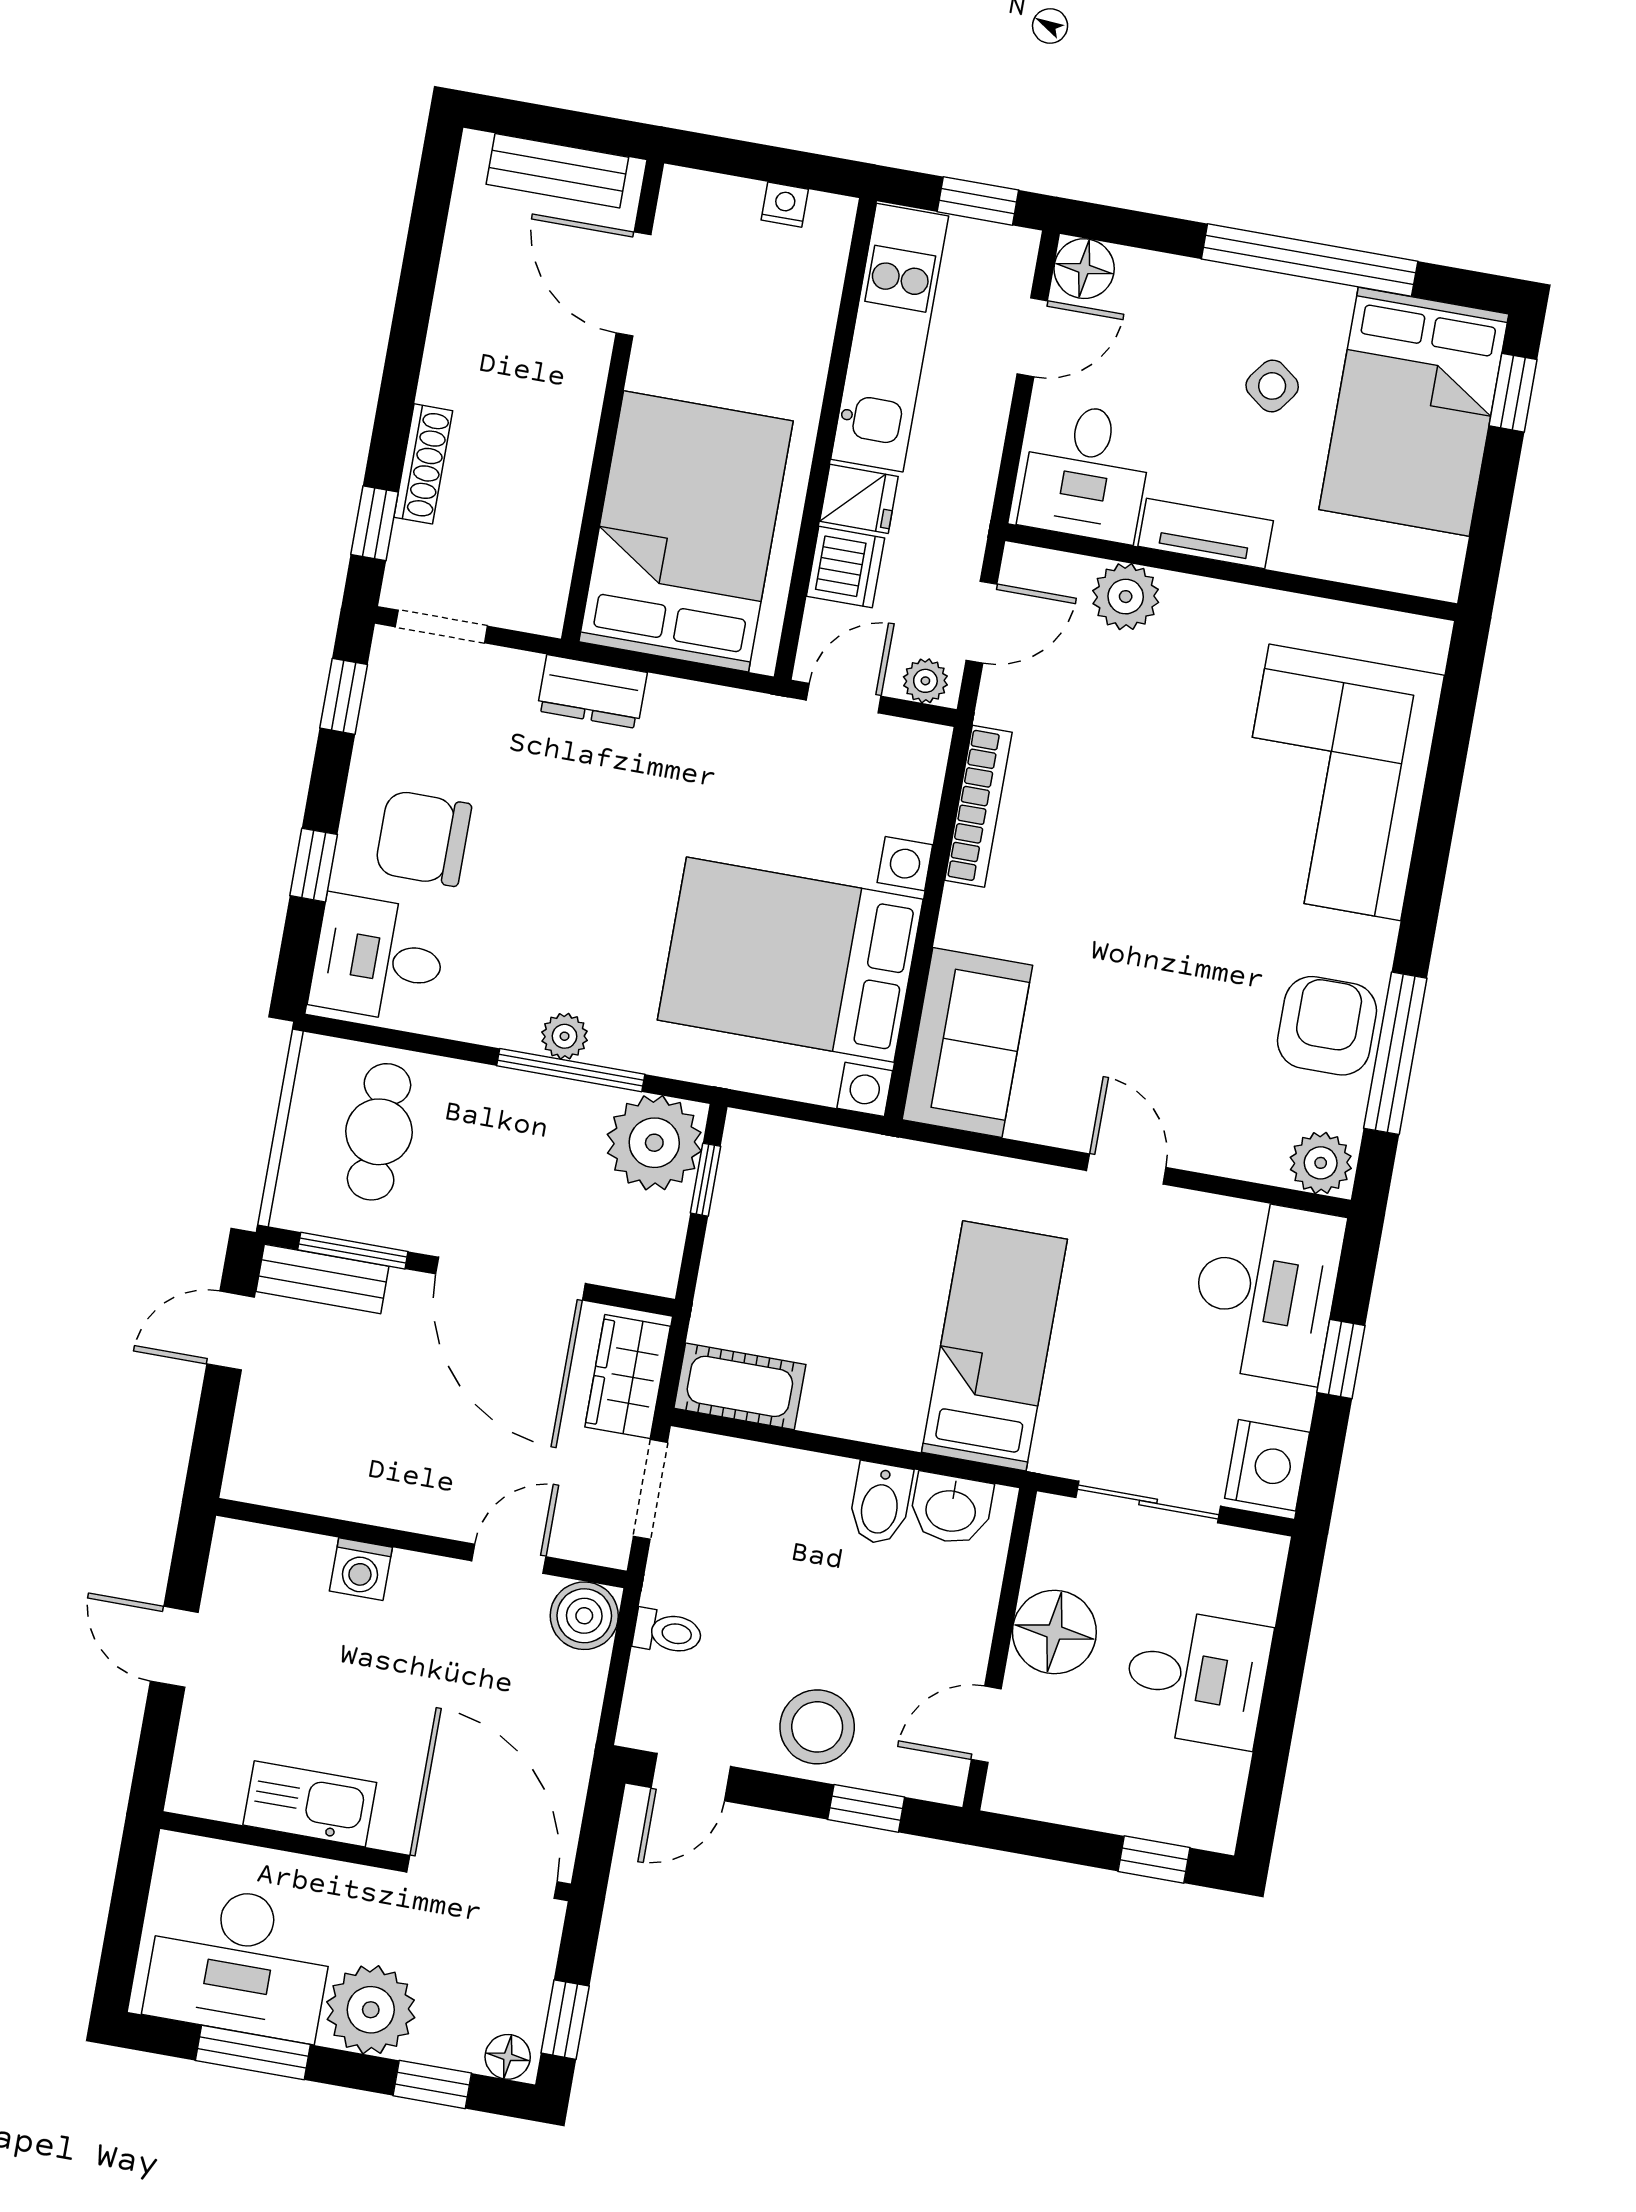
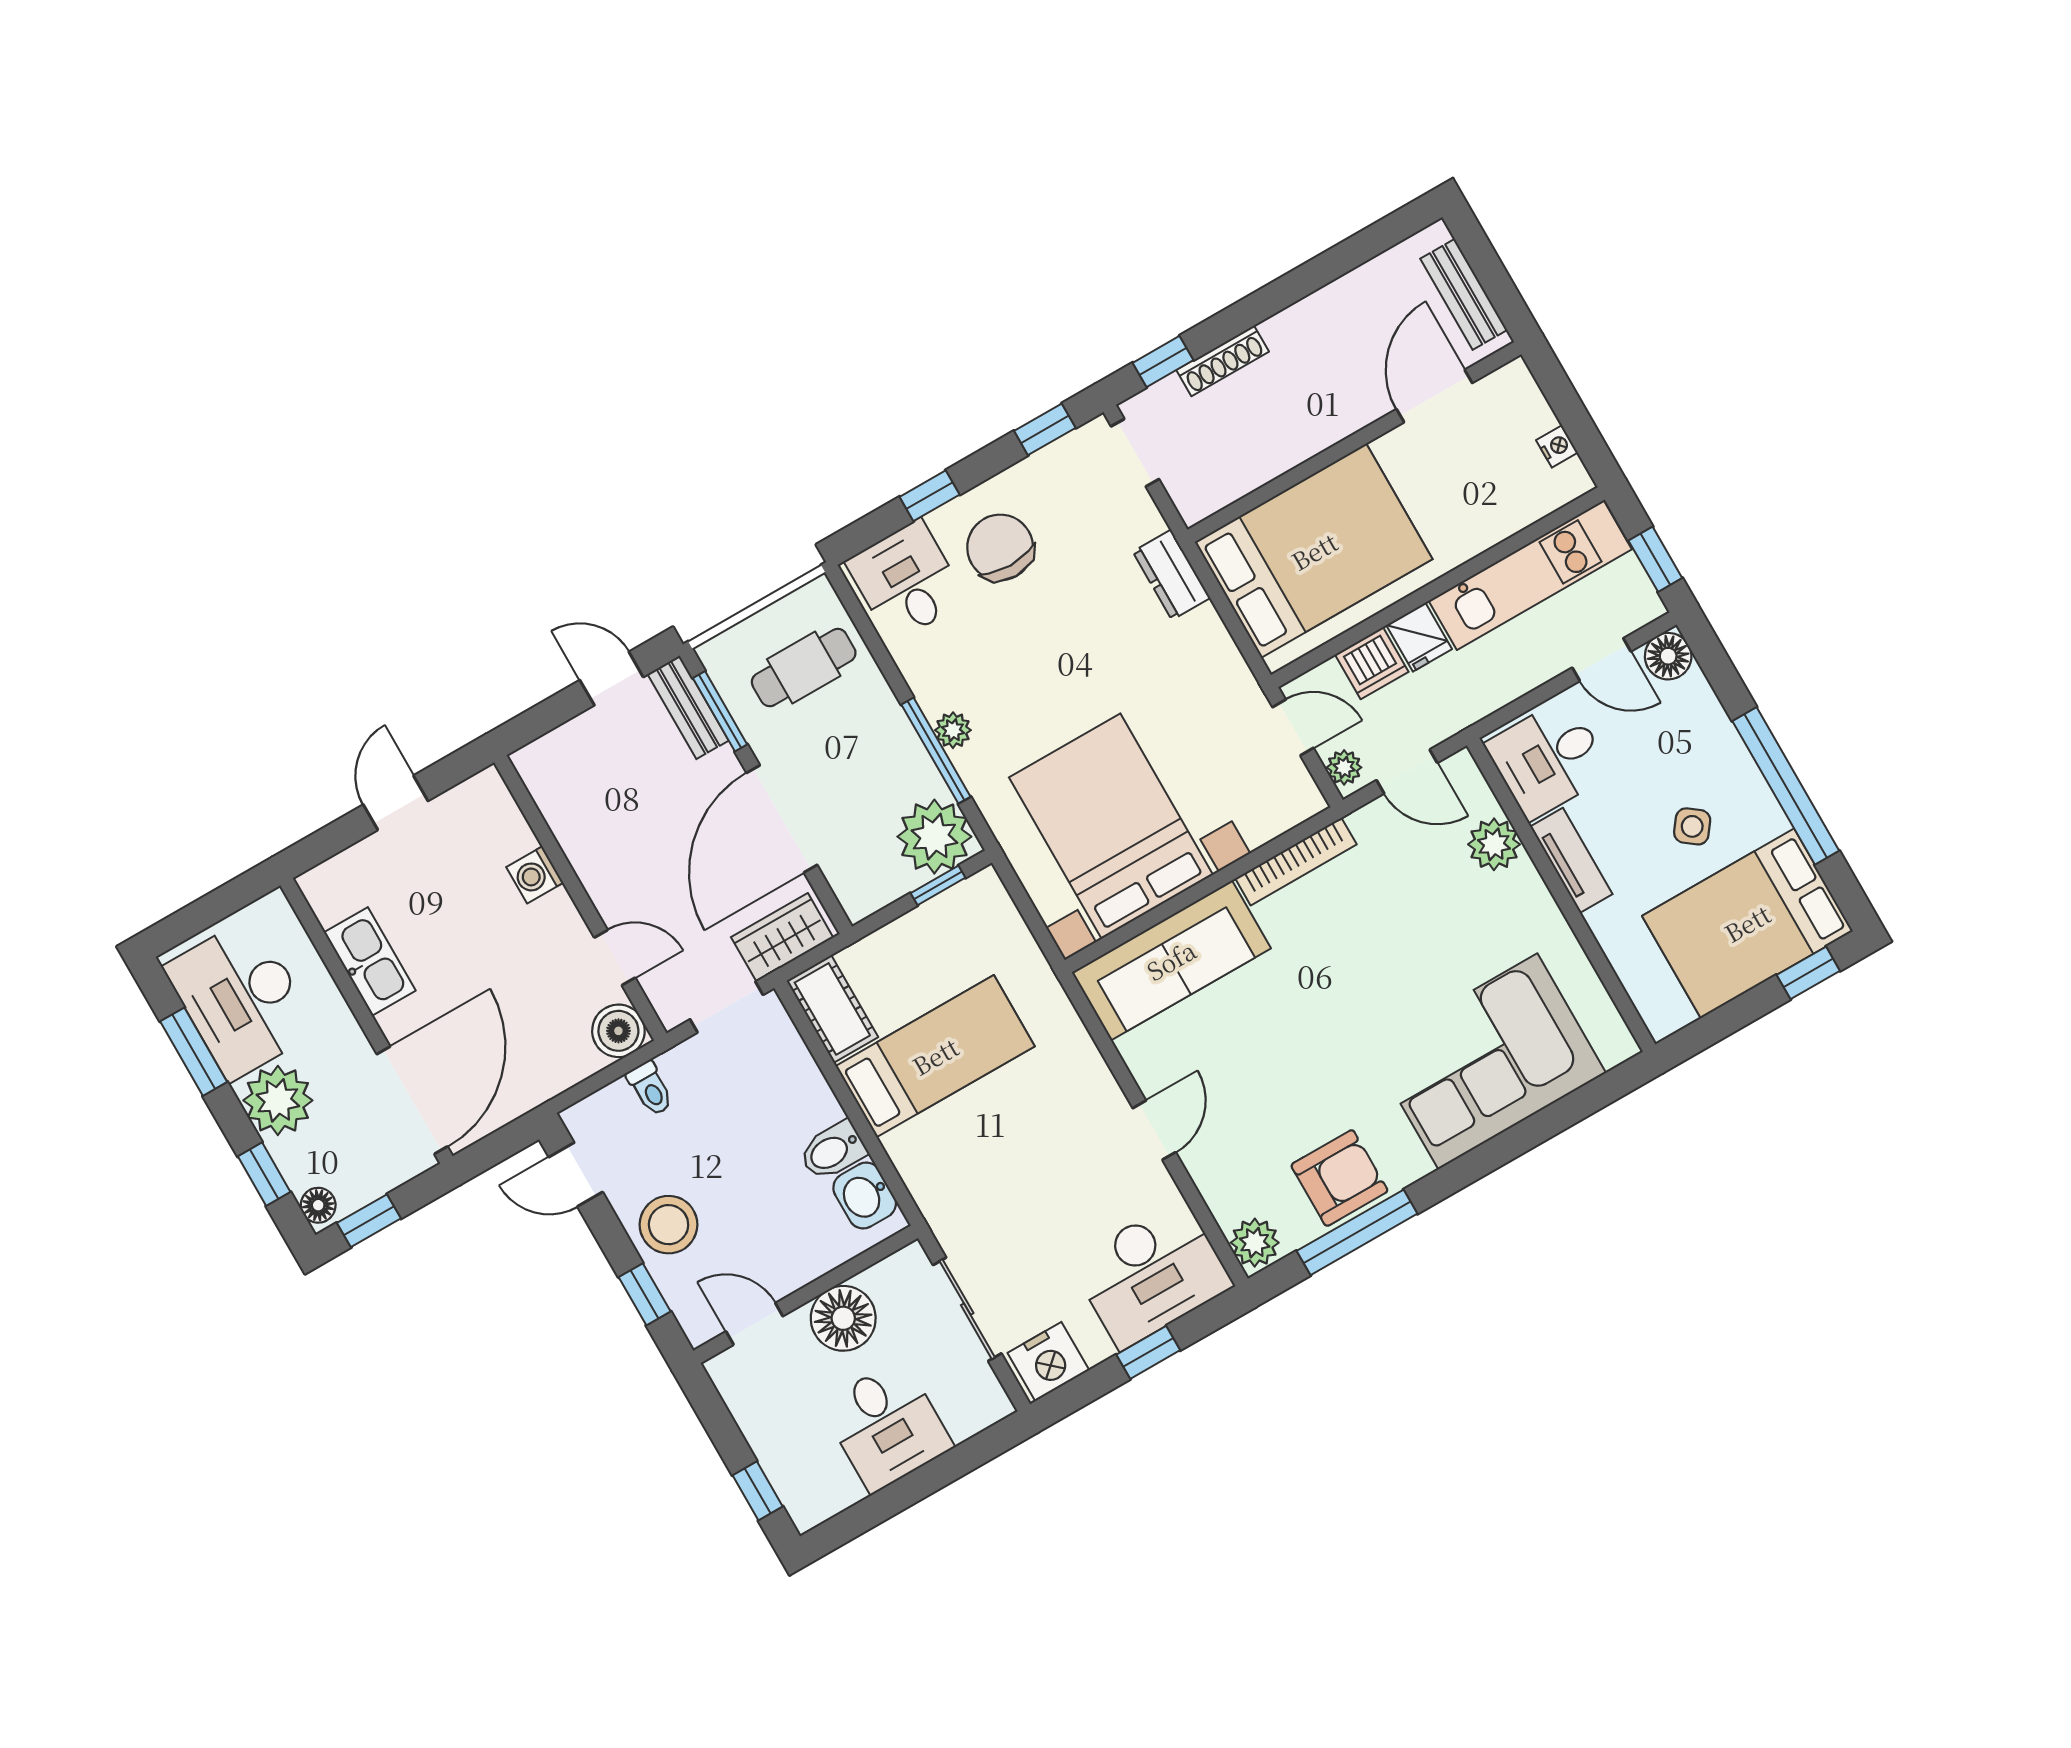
sofa: (967, 1043) -> (1171, 960), width x1.36
bed: (994, 1346) -> (935, 1056), moved

